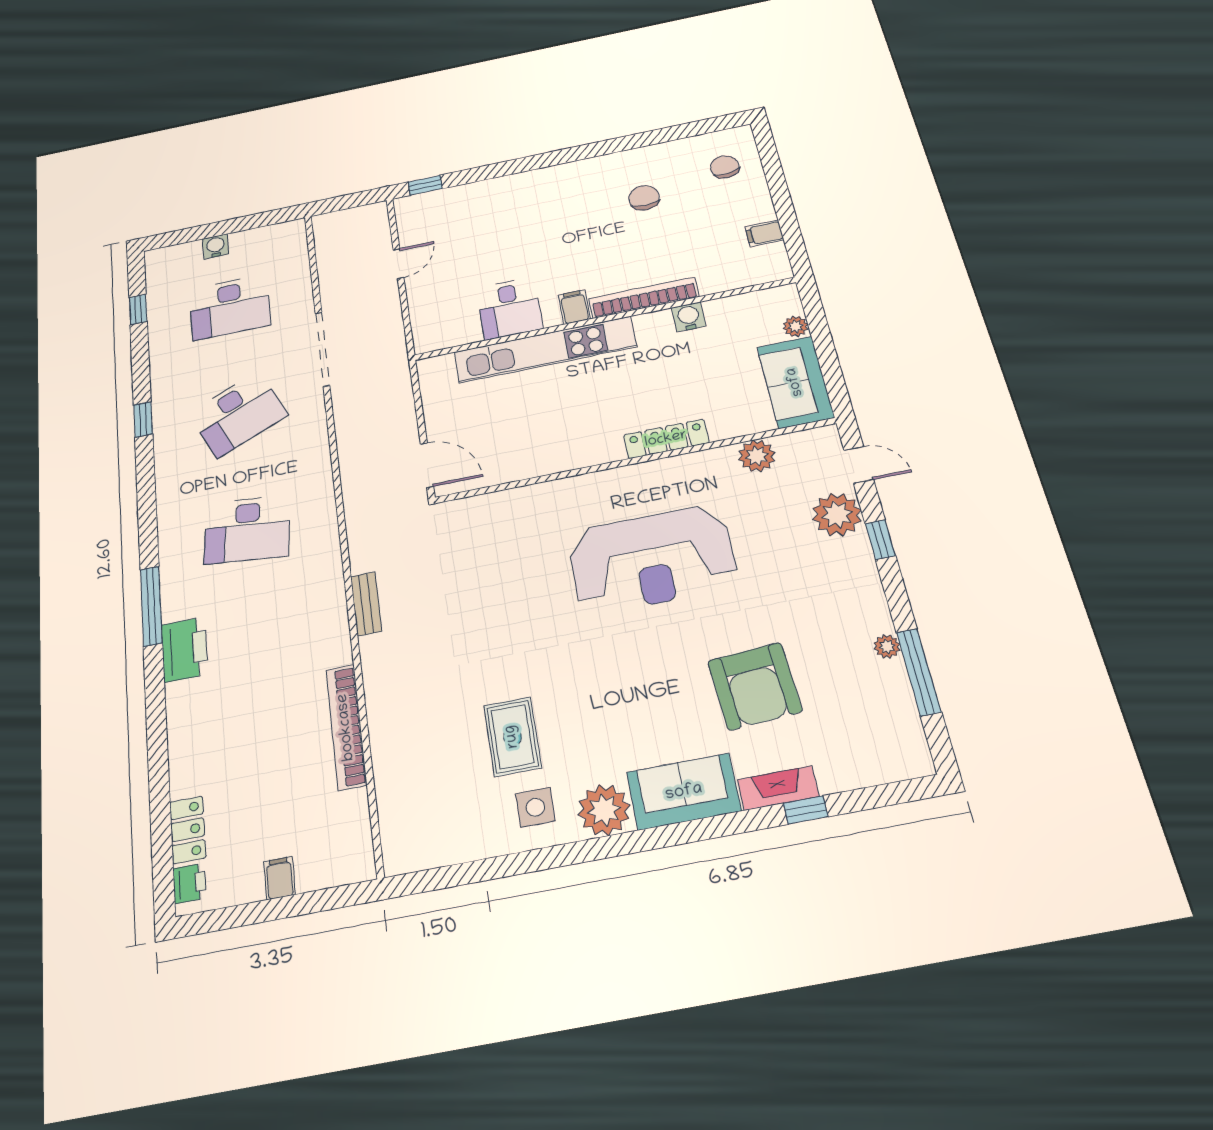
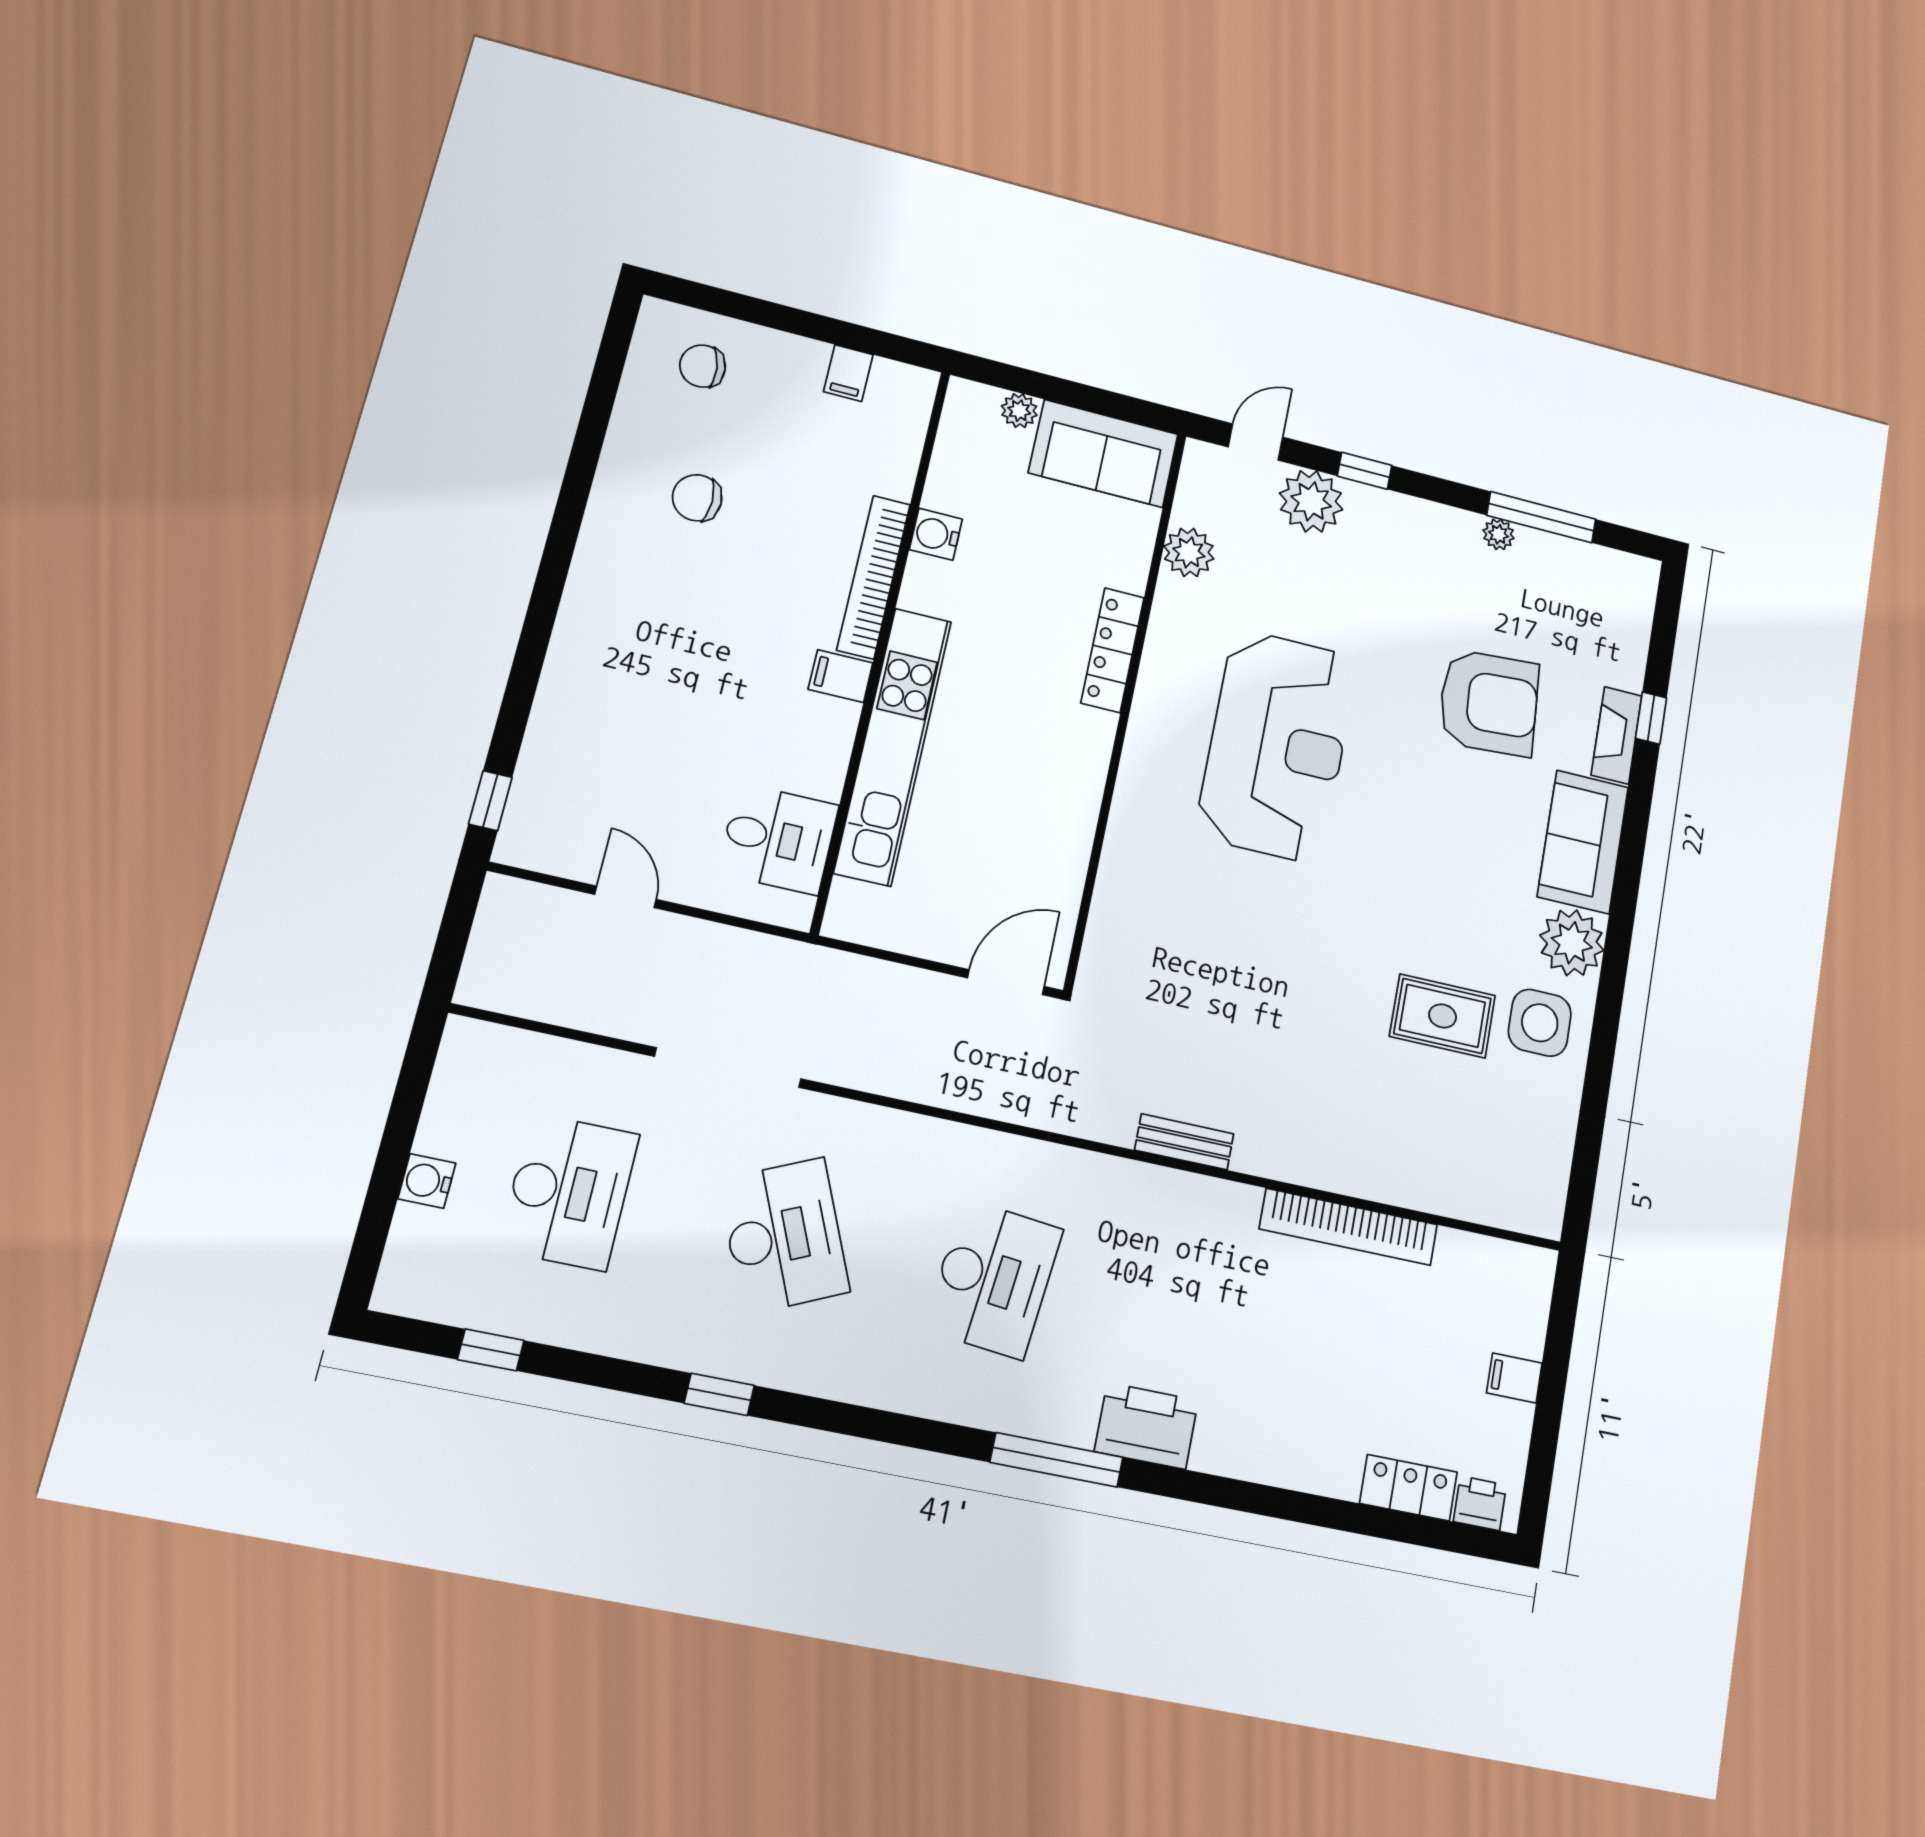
desk: (509, 308) -> (778, 839), moved
side table: (535, 807) -> (1540, 1023), width x1.37, depth x1.37

